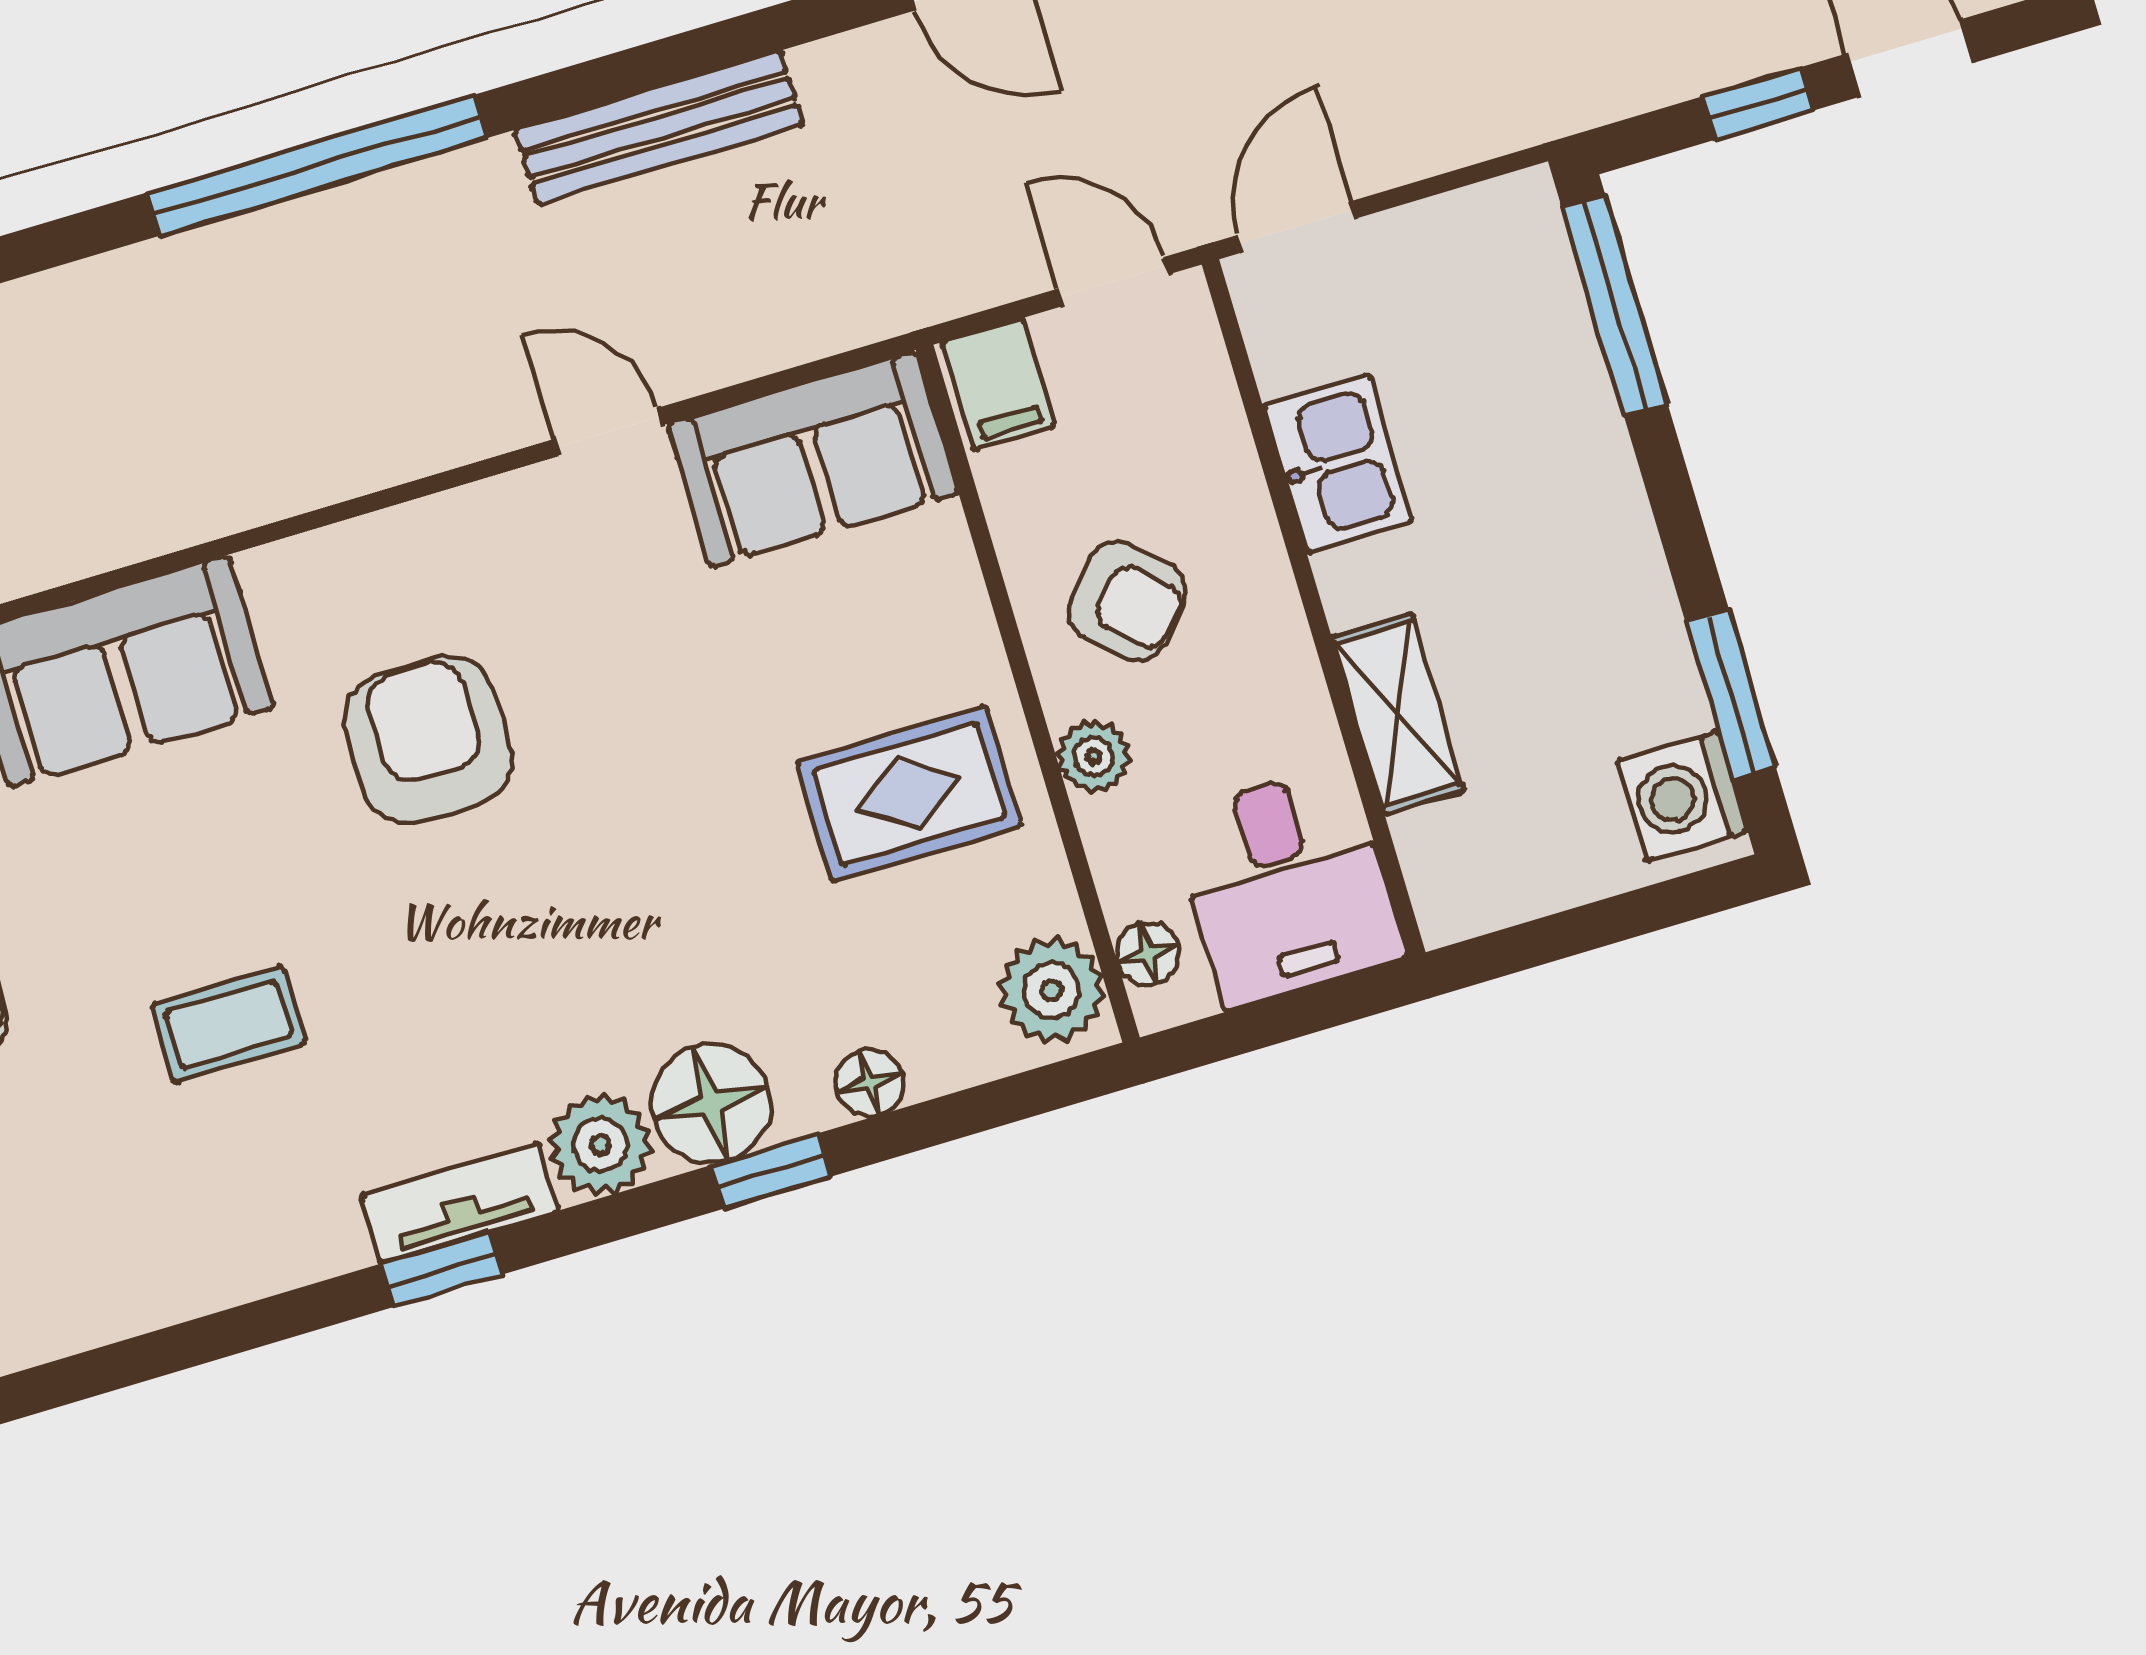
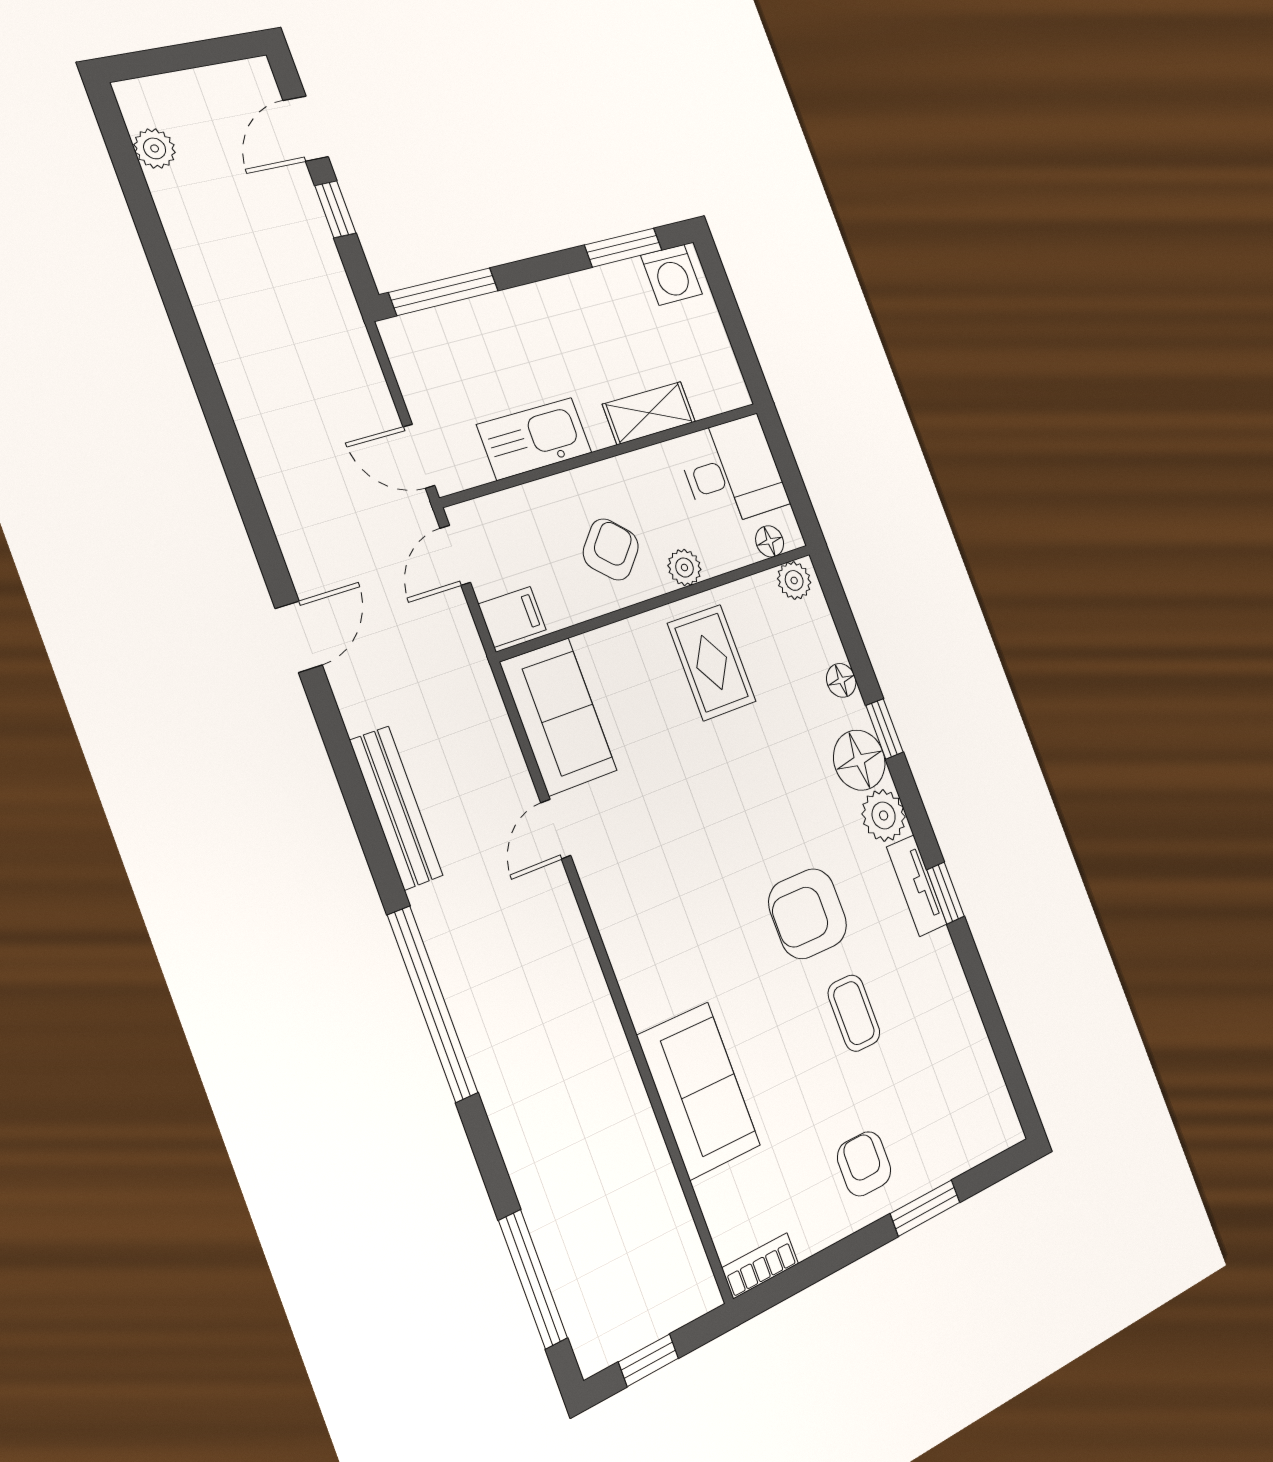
kitchen sink: (1338, 463) -> (534, 439), width x1.38
armchair: (428, 739) -> (808, 914), moved
plant: (1052, 990) -> (794, 580), width x0.73, depth x0.73

